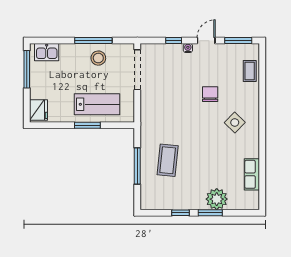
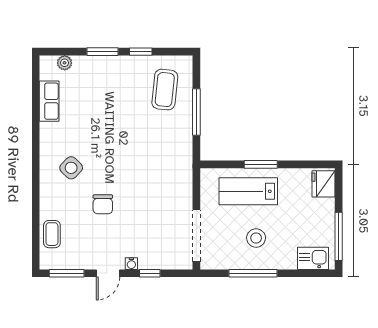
stool: (98, 58) -> (256, 238), moved
coffee table: (168, 160) -> (165, 90), moved
plant: (217, 199) -> (65, 63), moved, width x0.53, depth x0.53

